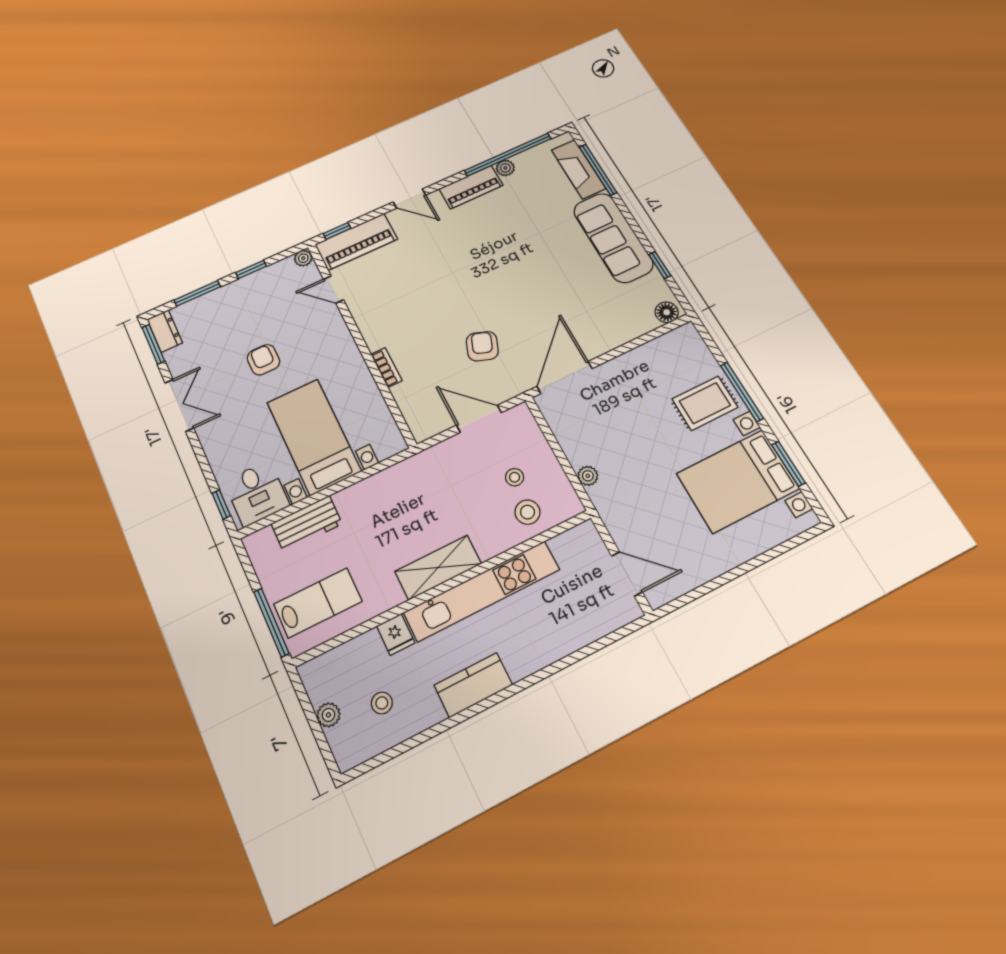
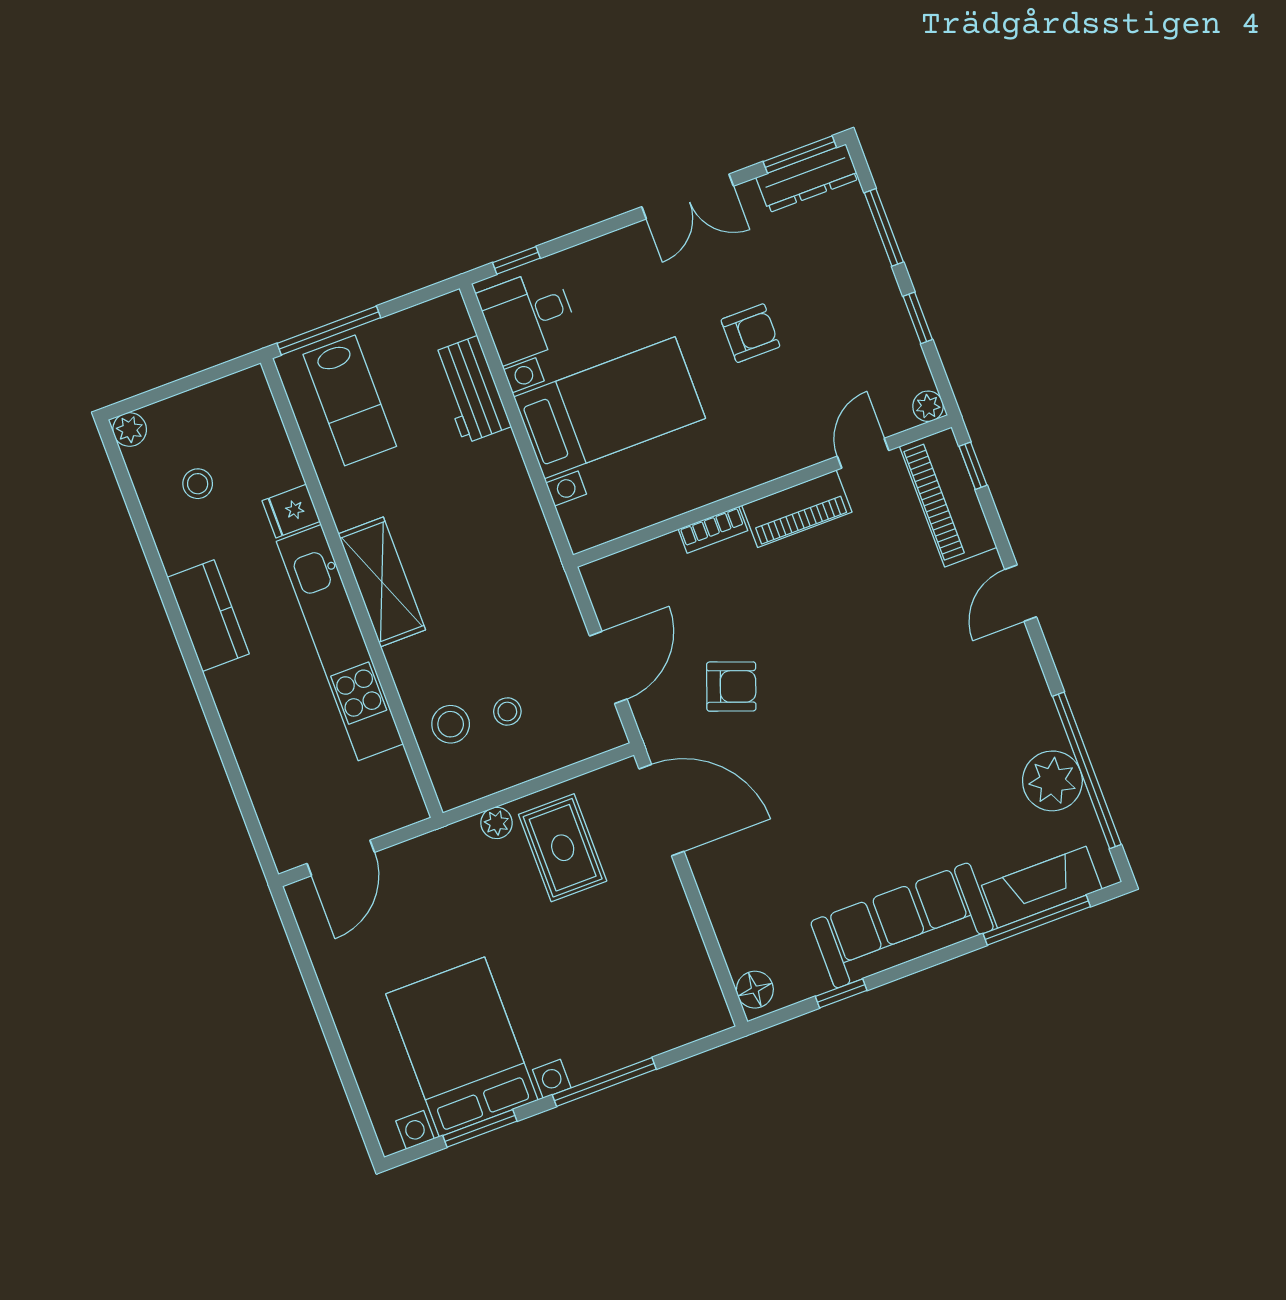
plant: (505, 168) -> (1052, 781), width x1.88, depth x1.88
piano: (471, 187) -> (797, 509), moved, turned -90
dresser: (165, 331) -> (808, 178), width x1.44
rug: (705, 403) -> (563, 848), moved
plant: (328, 715) -> (130, 430), moved

